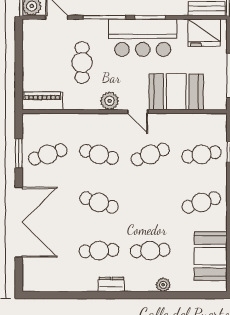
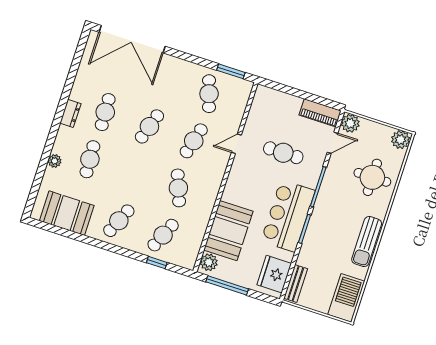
piano: (42, 101) -> (320, 113), moved, turned 90
plant: (110, 101) -> (209, 262), moved
door: (138, 112) -> (236, 144), moved
window: (19, 153) -> (231, 71), moved
cafe table: (201, 154) -> (163, 235), turned 33
cafe table: (201, 202) -> (119, 221), turned 42
double door: (19, 222) -> (132, 39), moved

